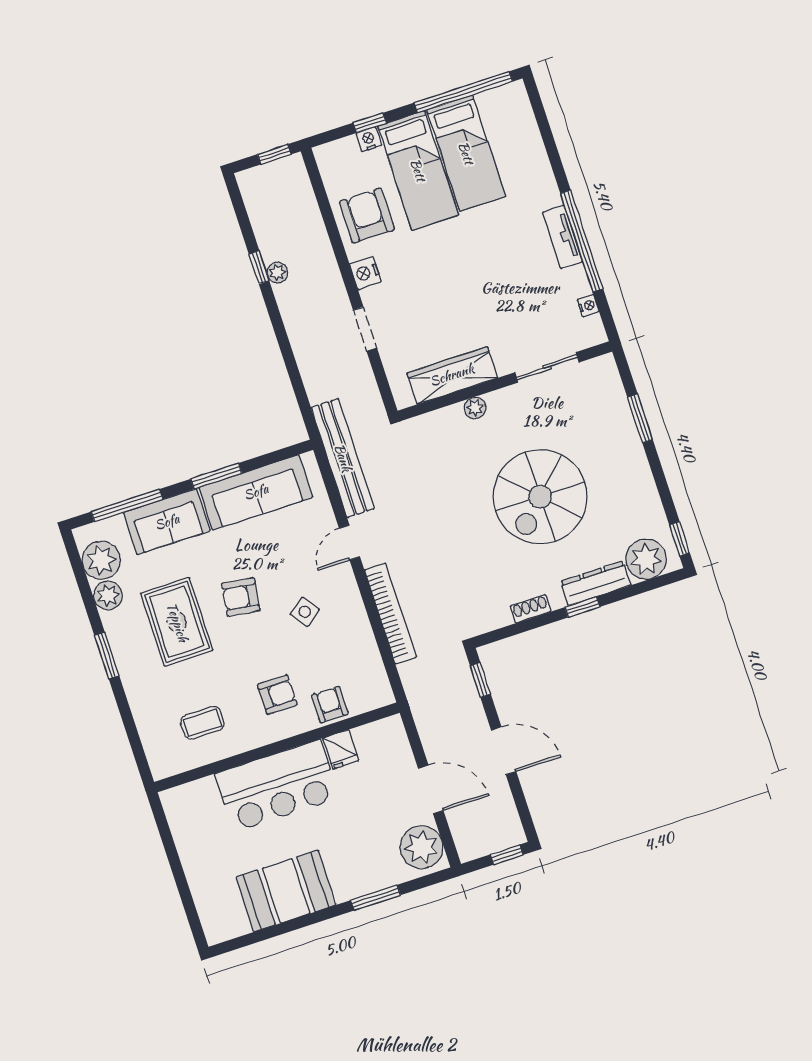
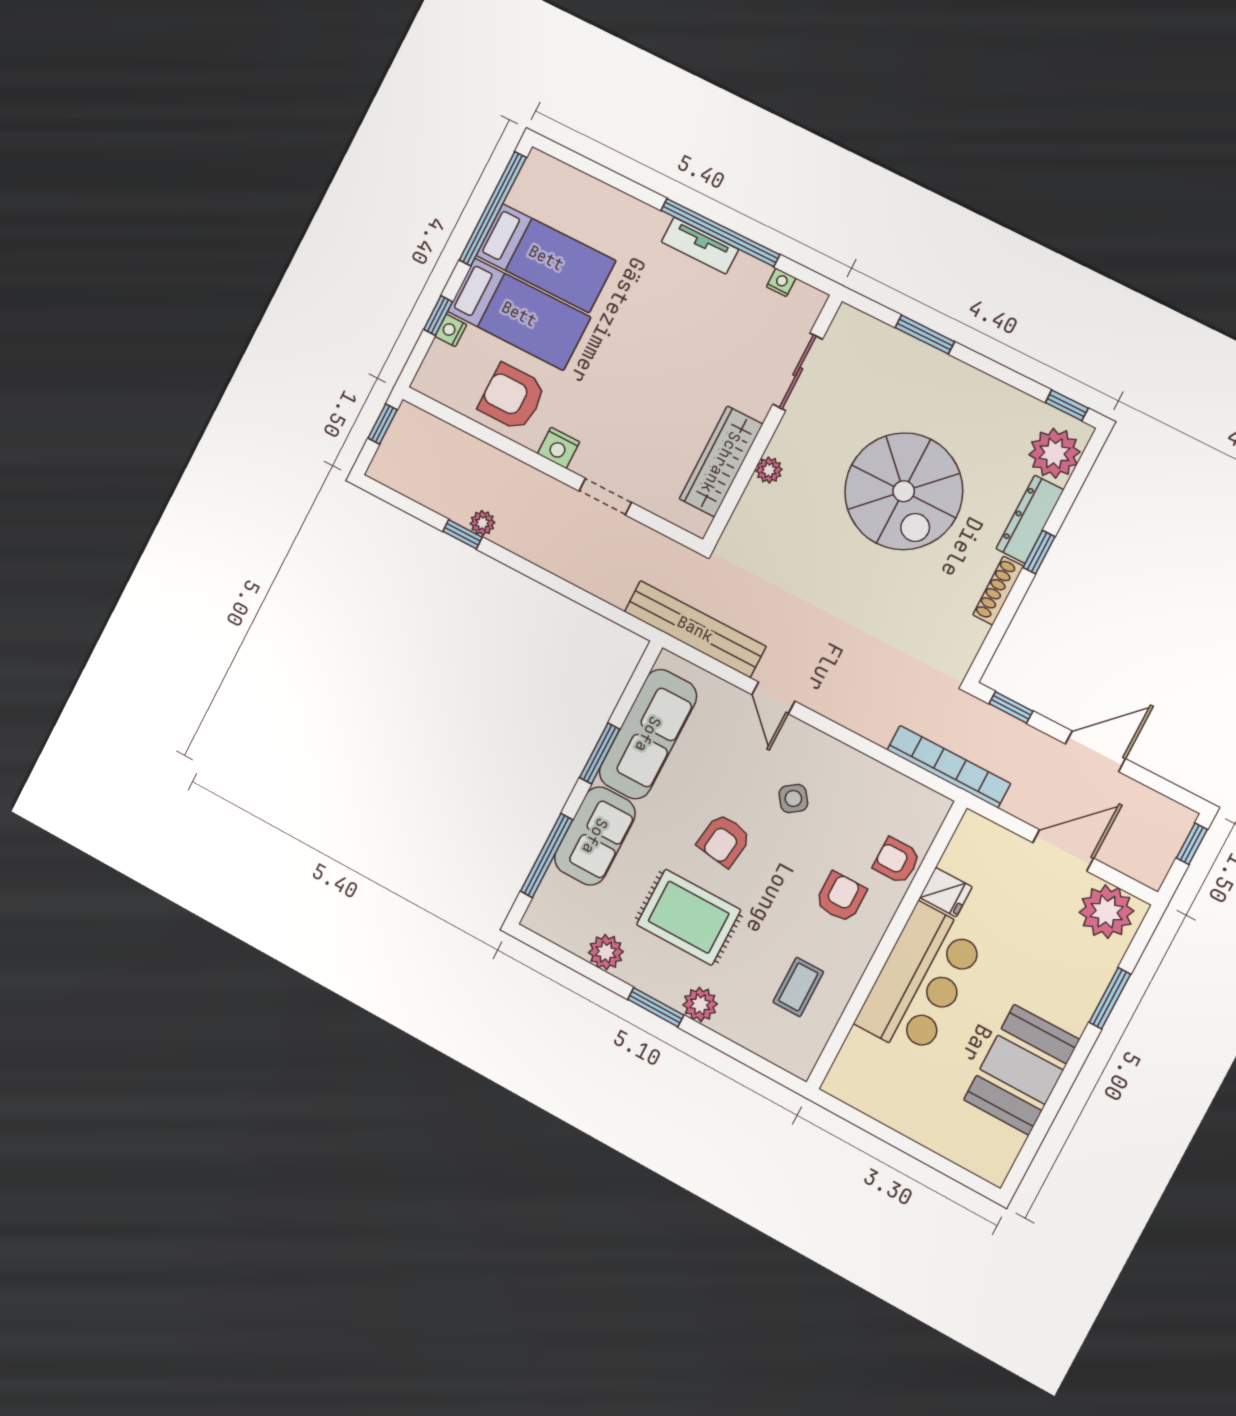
plant: (101, 560) -> (700, 1004), moved, width x0.73, depth x0.73
shoe rack: (531, 609) -> (998, 591), width x1.43
bookcase: (390, 614) -> (949, 767), moved

